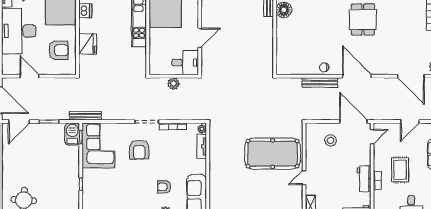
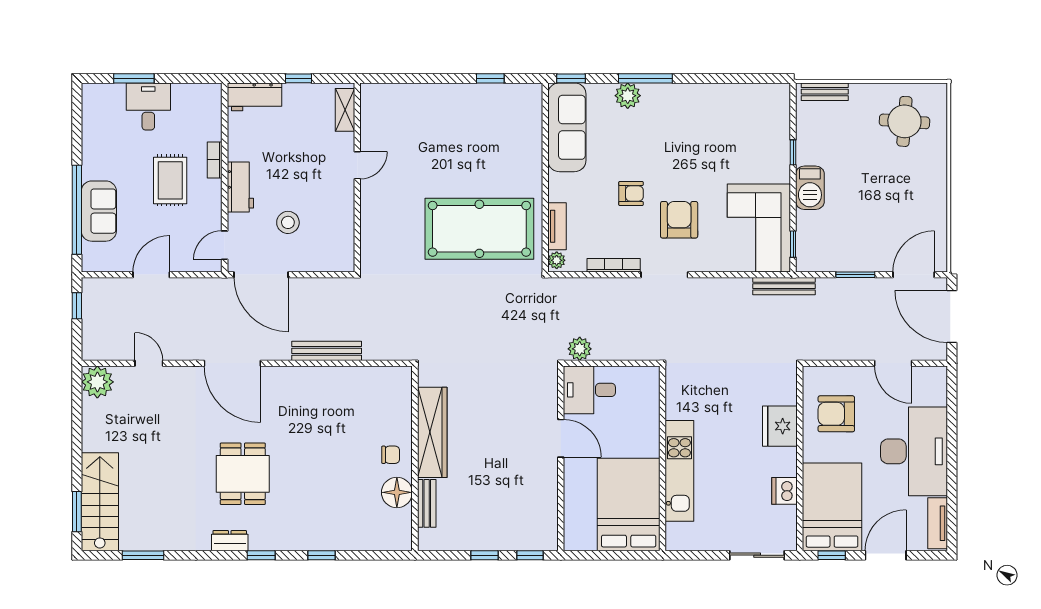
door: (200, 38) -> (561, 438), swing flipped
wardrobe: (266, 41) -> (432, 432), added
chair: (324, 67) -> (391, 455), moved
door: (357, 76) -> (232, 363), moved
door: (411, 76) -> (149, 363), width x0.53
plant: (173, 84) -> (580, 349), moved
barbecue: (72, 134) -> (810, 188), moved
stool: (331, 140) -> (288, 222), moved
pool table: (273, 154) -> (479, 229), moved
workbench: (364, 179) -> (240, 187), moved
armchair: (164, 187) -> (631, 193), moved

